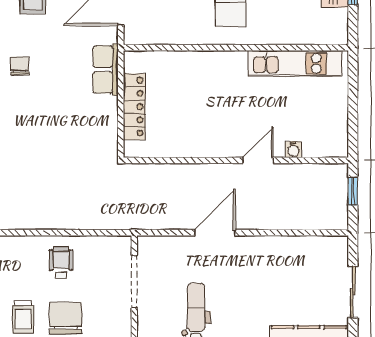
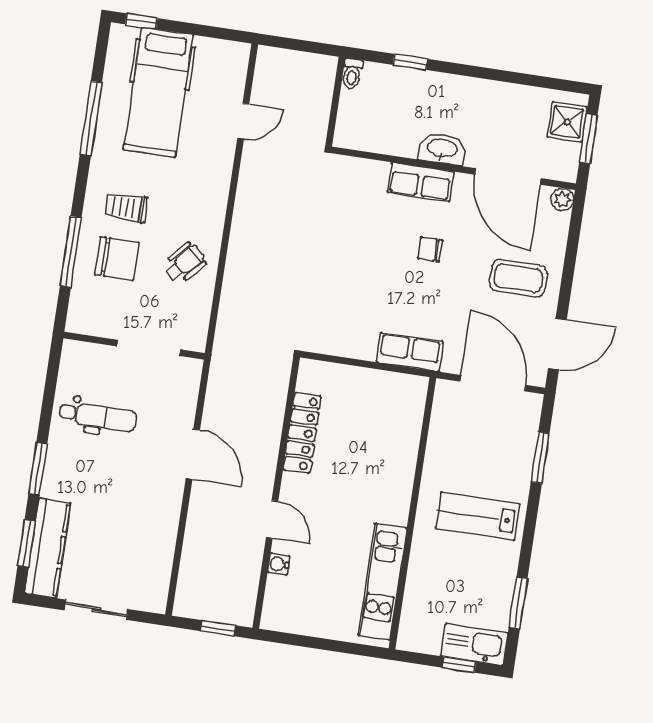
chair: (20, 66) -> (430, 249), turned 180
locker: (134, 107) -> (302, 433), moved, turned -90
wheelchair: (61, 263) -> (185, 263), turned -48

